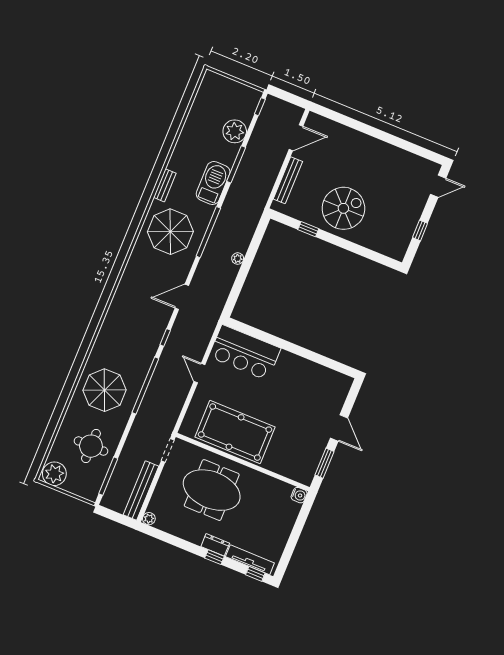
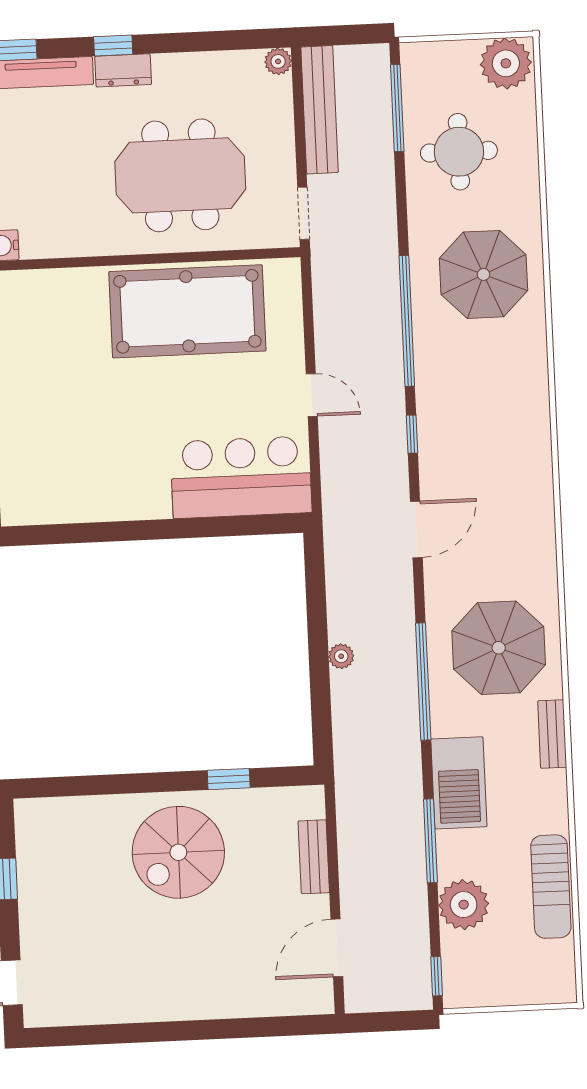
sun lounger: (195, 122) -> (551, 887), added
bench: (288, 180) -> (314, 857), width x0.73

